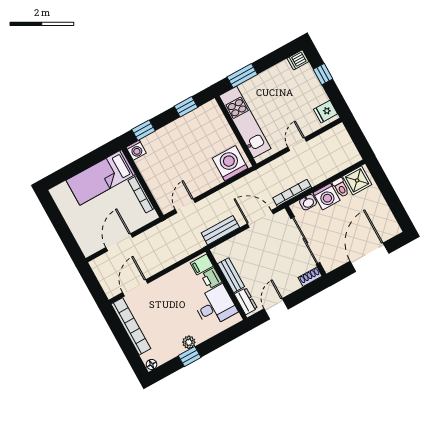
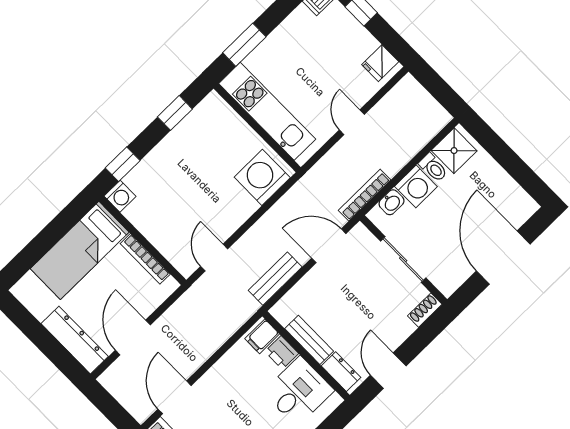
dresser: (82, 234) -> (75, 340), added
sliding door: (305, 241) -> (403, 259), width x0.73

